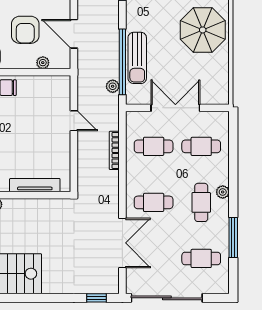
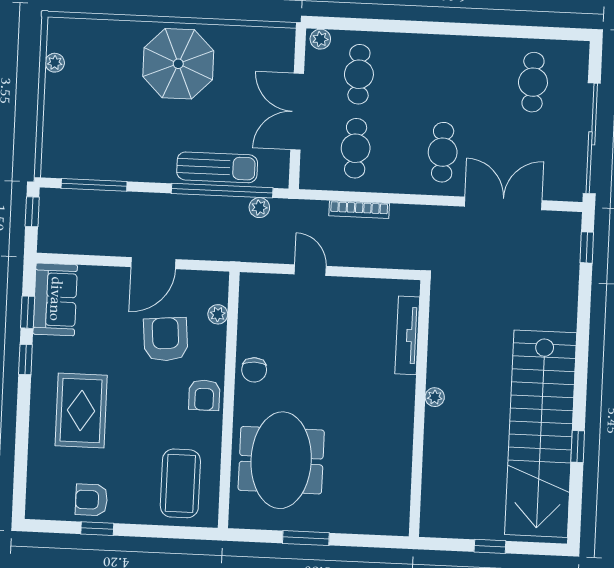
armchair: (25, 30) -> (166, 339), turned -95
door: (74, 34) -> (153, 263), moved
door: (74, 121) -> (310, 270), hinge flipped
plant: (223, 192) -> (320, 39), moved
cafe table: (201, 202) -> (446, 78), removed
window: (233, 237) -> (503, 31), removed

